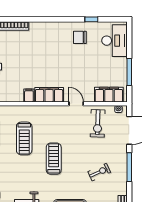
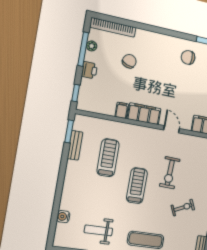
chair: (28, 52) -> (129, 61), added
exercise bike: (98, 123) -> (170, 173), moved
treadmill: (24, 138) -> (108, 158), turned 180

